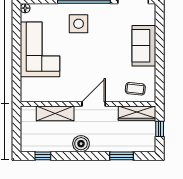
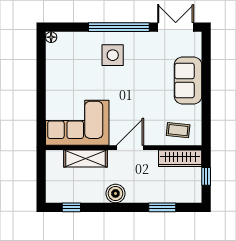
corner sofa: (40, 49) -> (77, 123), moved, turned -90

